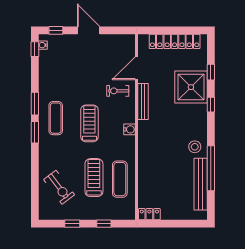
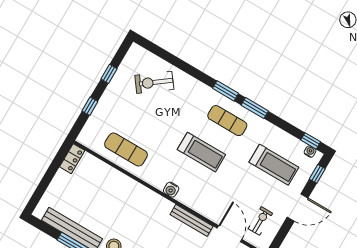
exercise bike: (118, 91) -> (260, 221), moved
treadmill: (94, 178) -> (274, 165), moved

